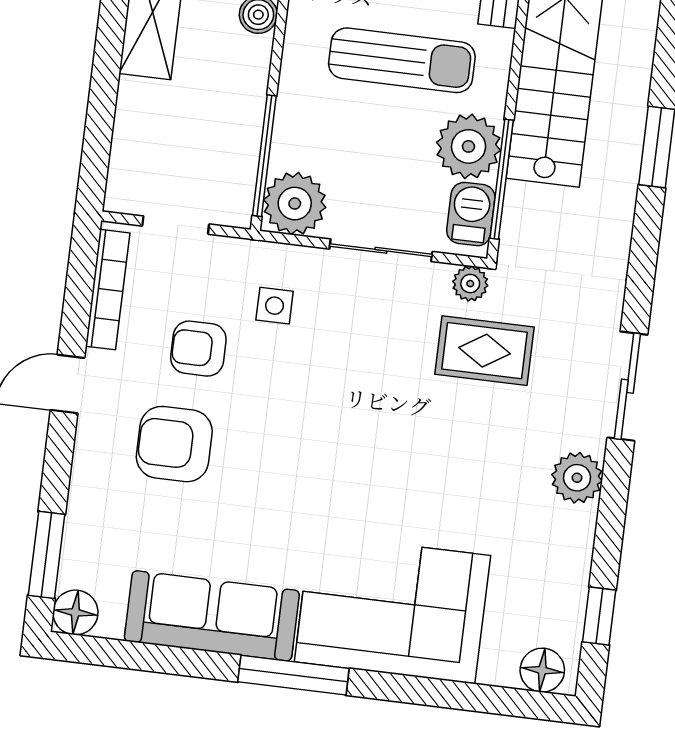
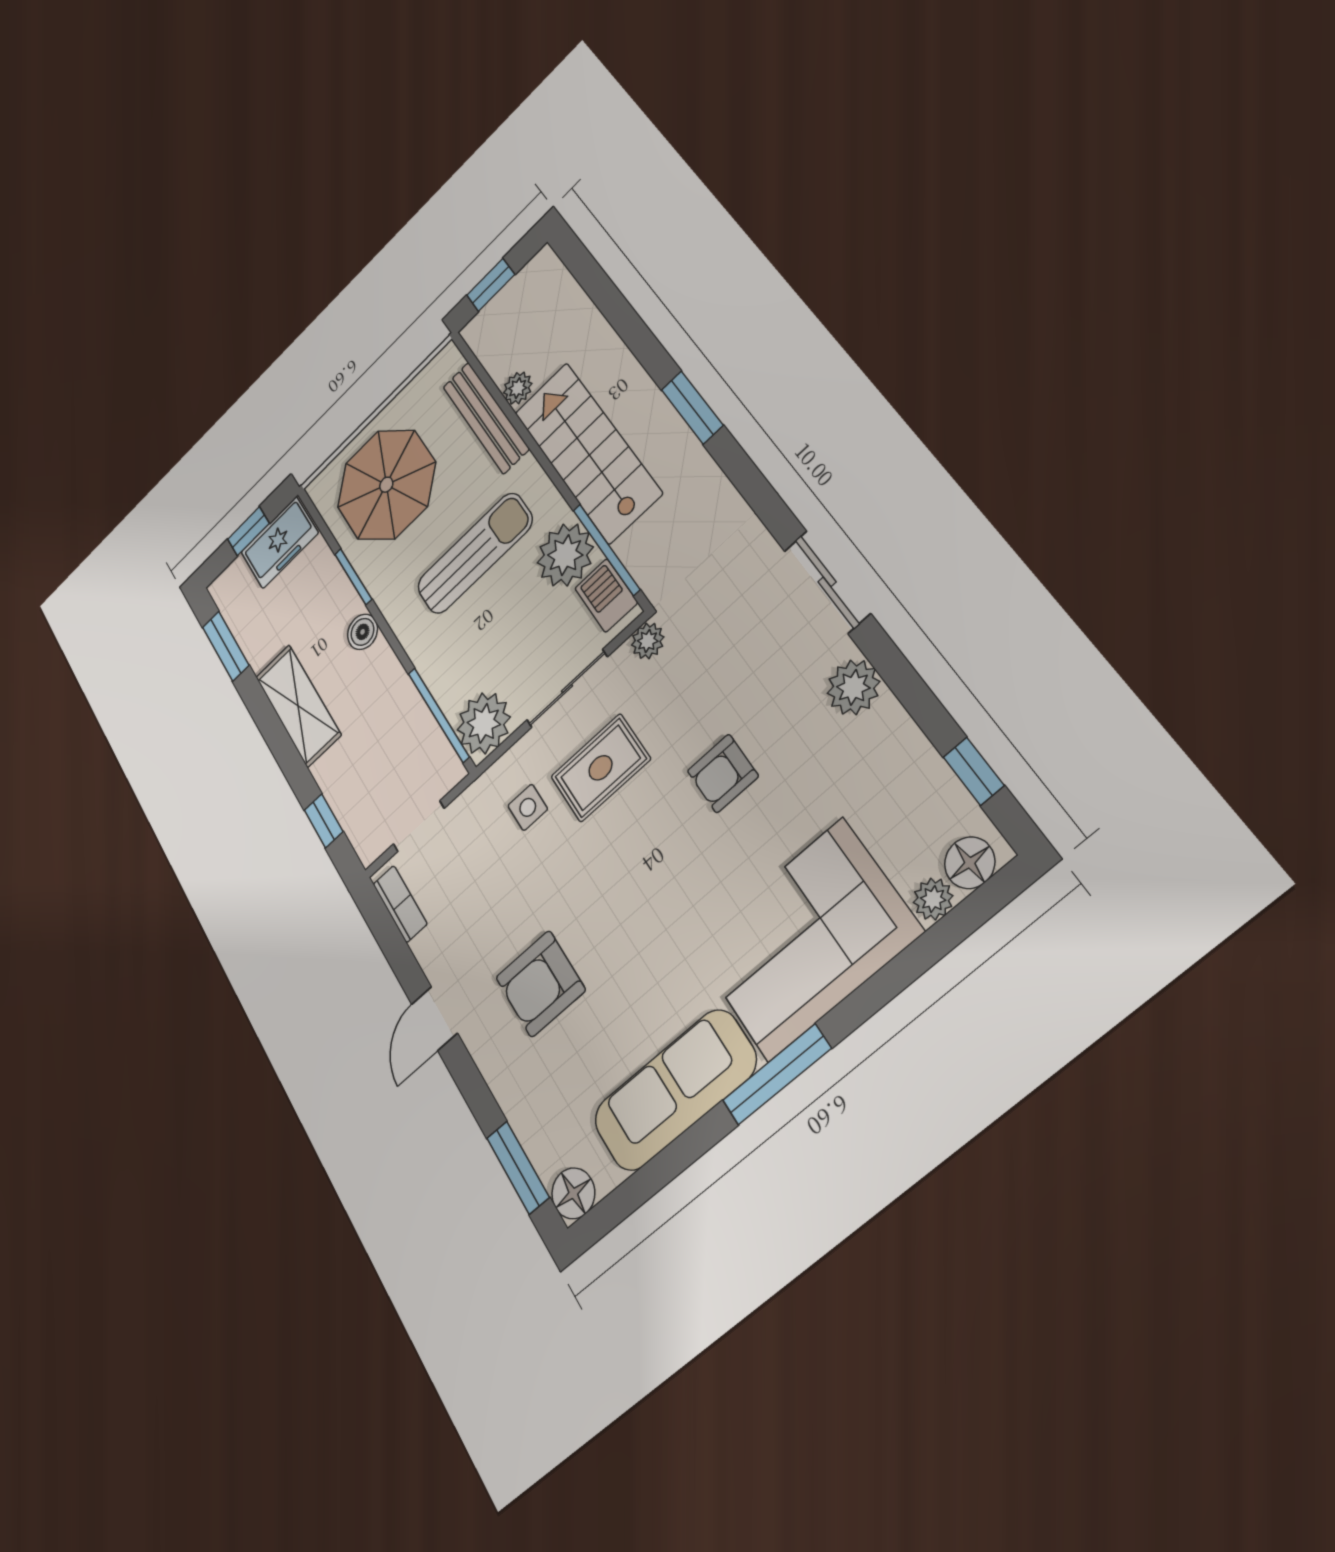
window: (98, 133) -> (324, 821), added
bookcase: (108, 290) -> (400, 904), width x0.64
armchair: (198, 349) -> (723, 773), moved
rug: (484, 351) -> (601, 768), moved
plant: (498, 669) -> (933, 899), added

